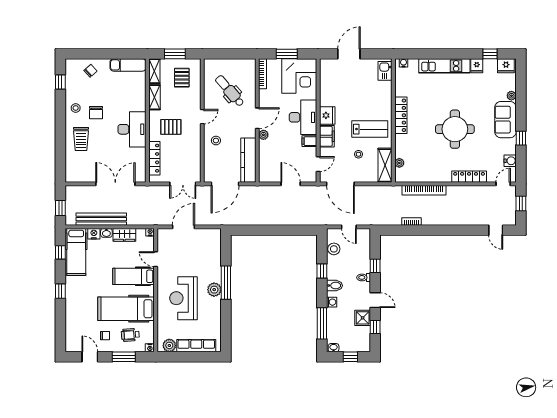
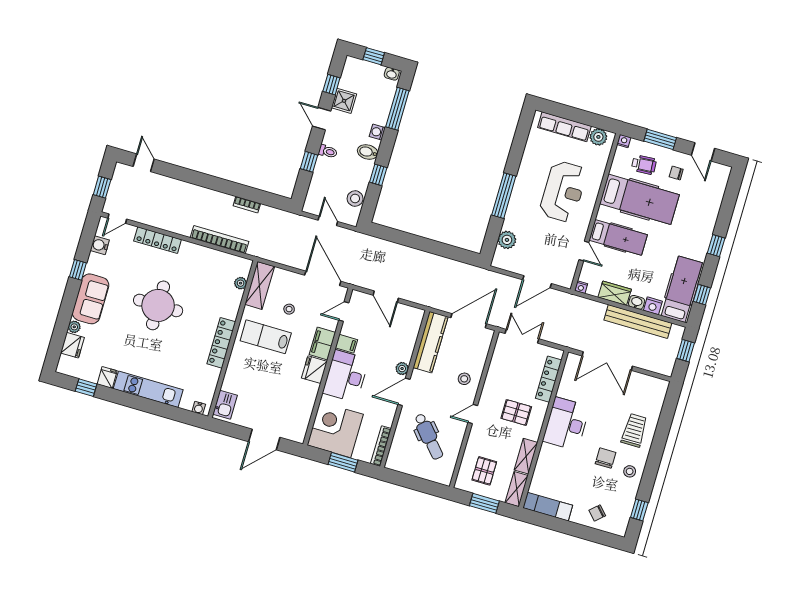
fridge: (506, 66) -> (72, 345), moved, turned 90
plant: (214, 290) -> (507, 240), moved

